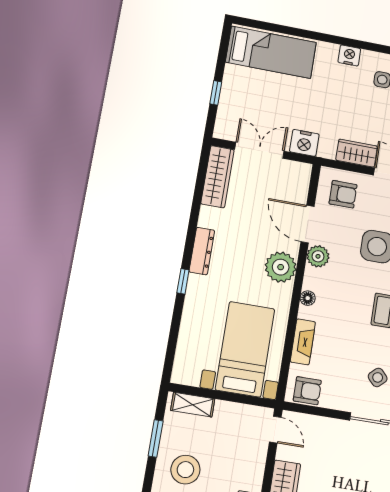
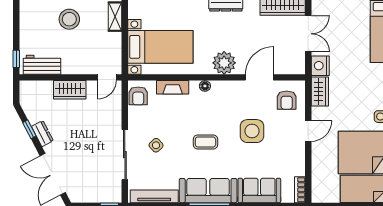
wardrobe: (357, 153) -> (320, 91), moved
plant: (318, 256) -> (237, 89), removed

